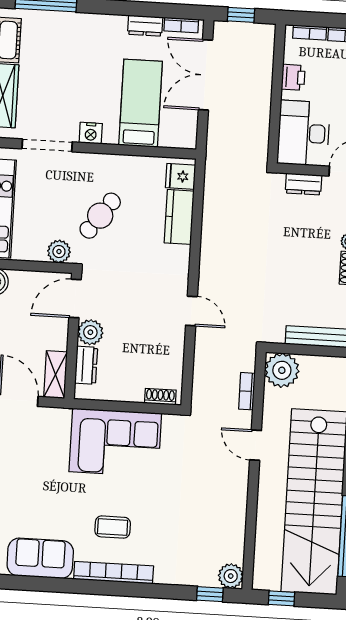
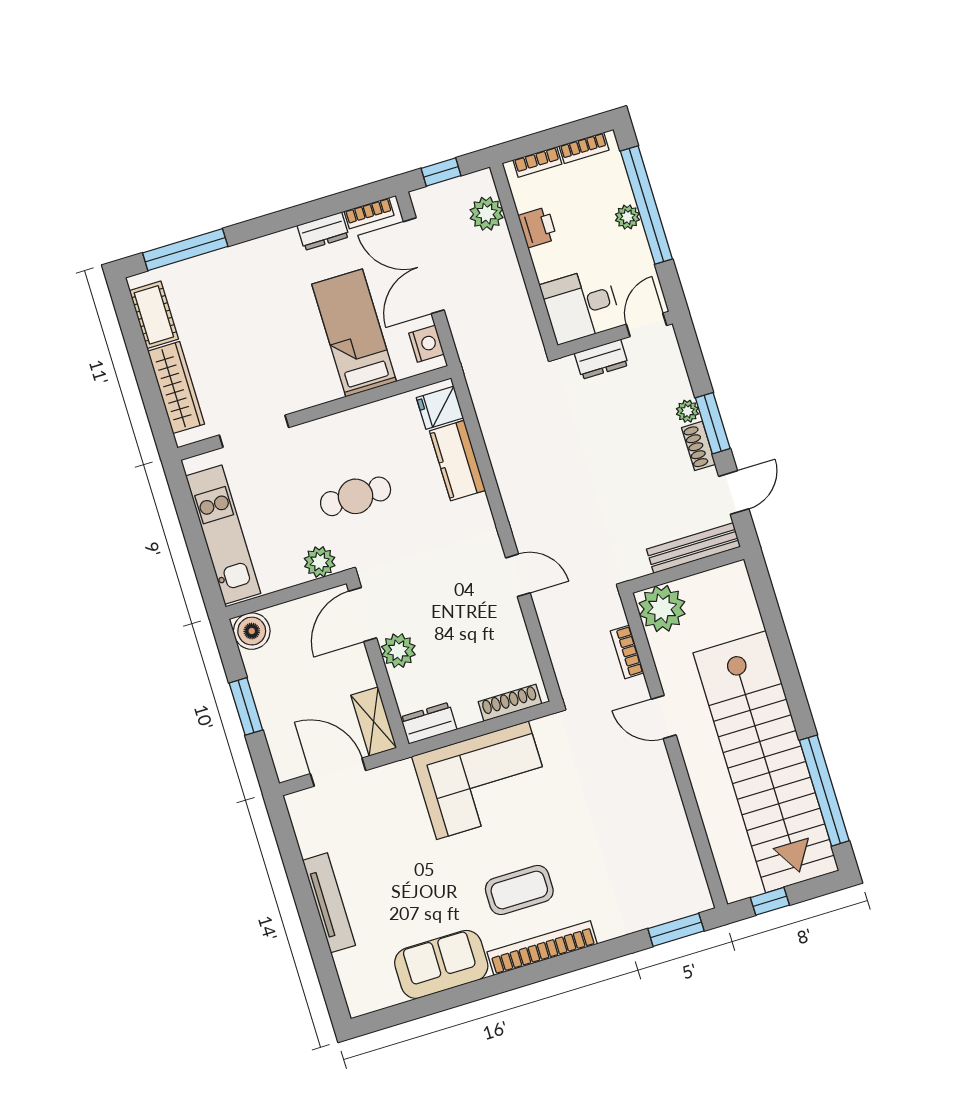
nightstand: (91, 133) -> (426, 344), moved, turned -90
desk: (304, 133) -> (581, 305), width x0.73
cafe table: (100, 216) -> (356, 496), turned 54
dresser: (86, 365) -> (429, 723), moved, turned -90
shoe rack: (160, 397) -> (510, 703), width x1.43
coffee table: (113, 527) -> (519, 890), width x1.36, depth x1.30
plant: (231, 576) -> (487, 214), moved
window: (210, 594) -> (676, 930), width x1.50

